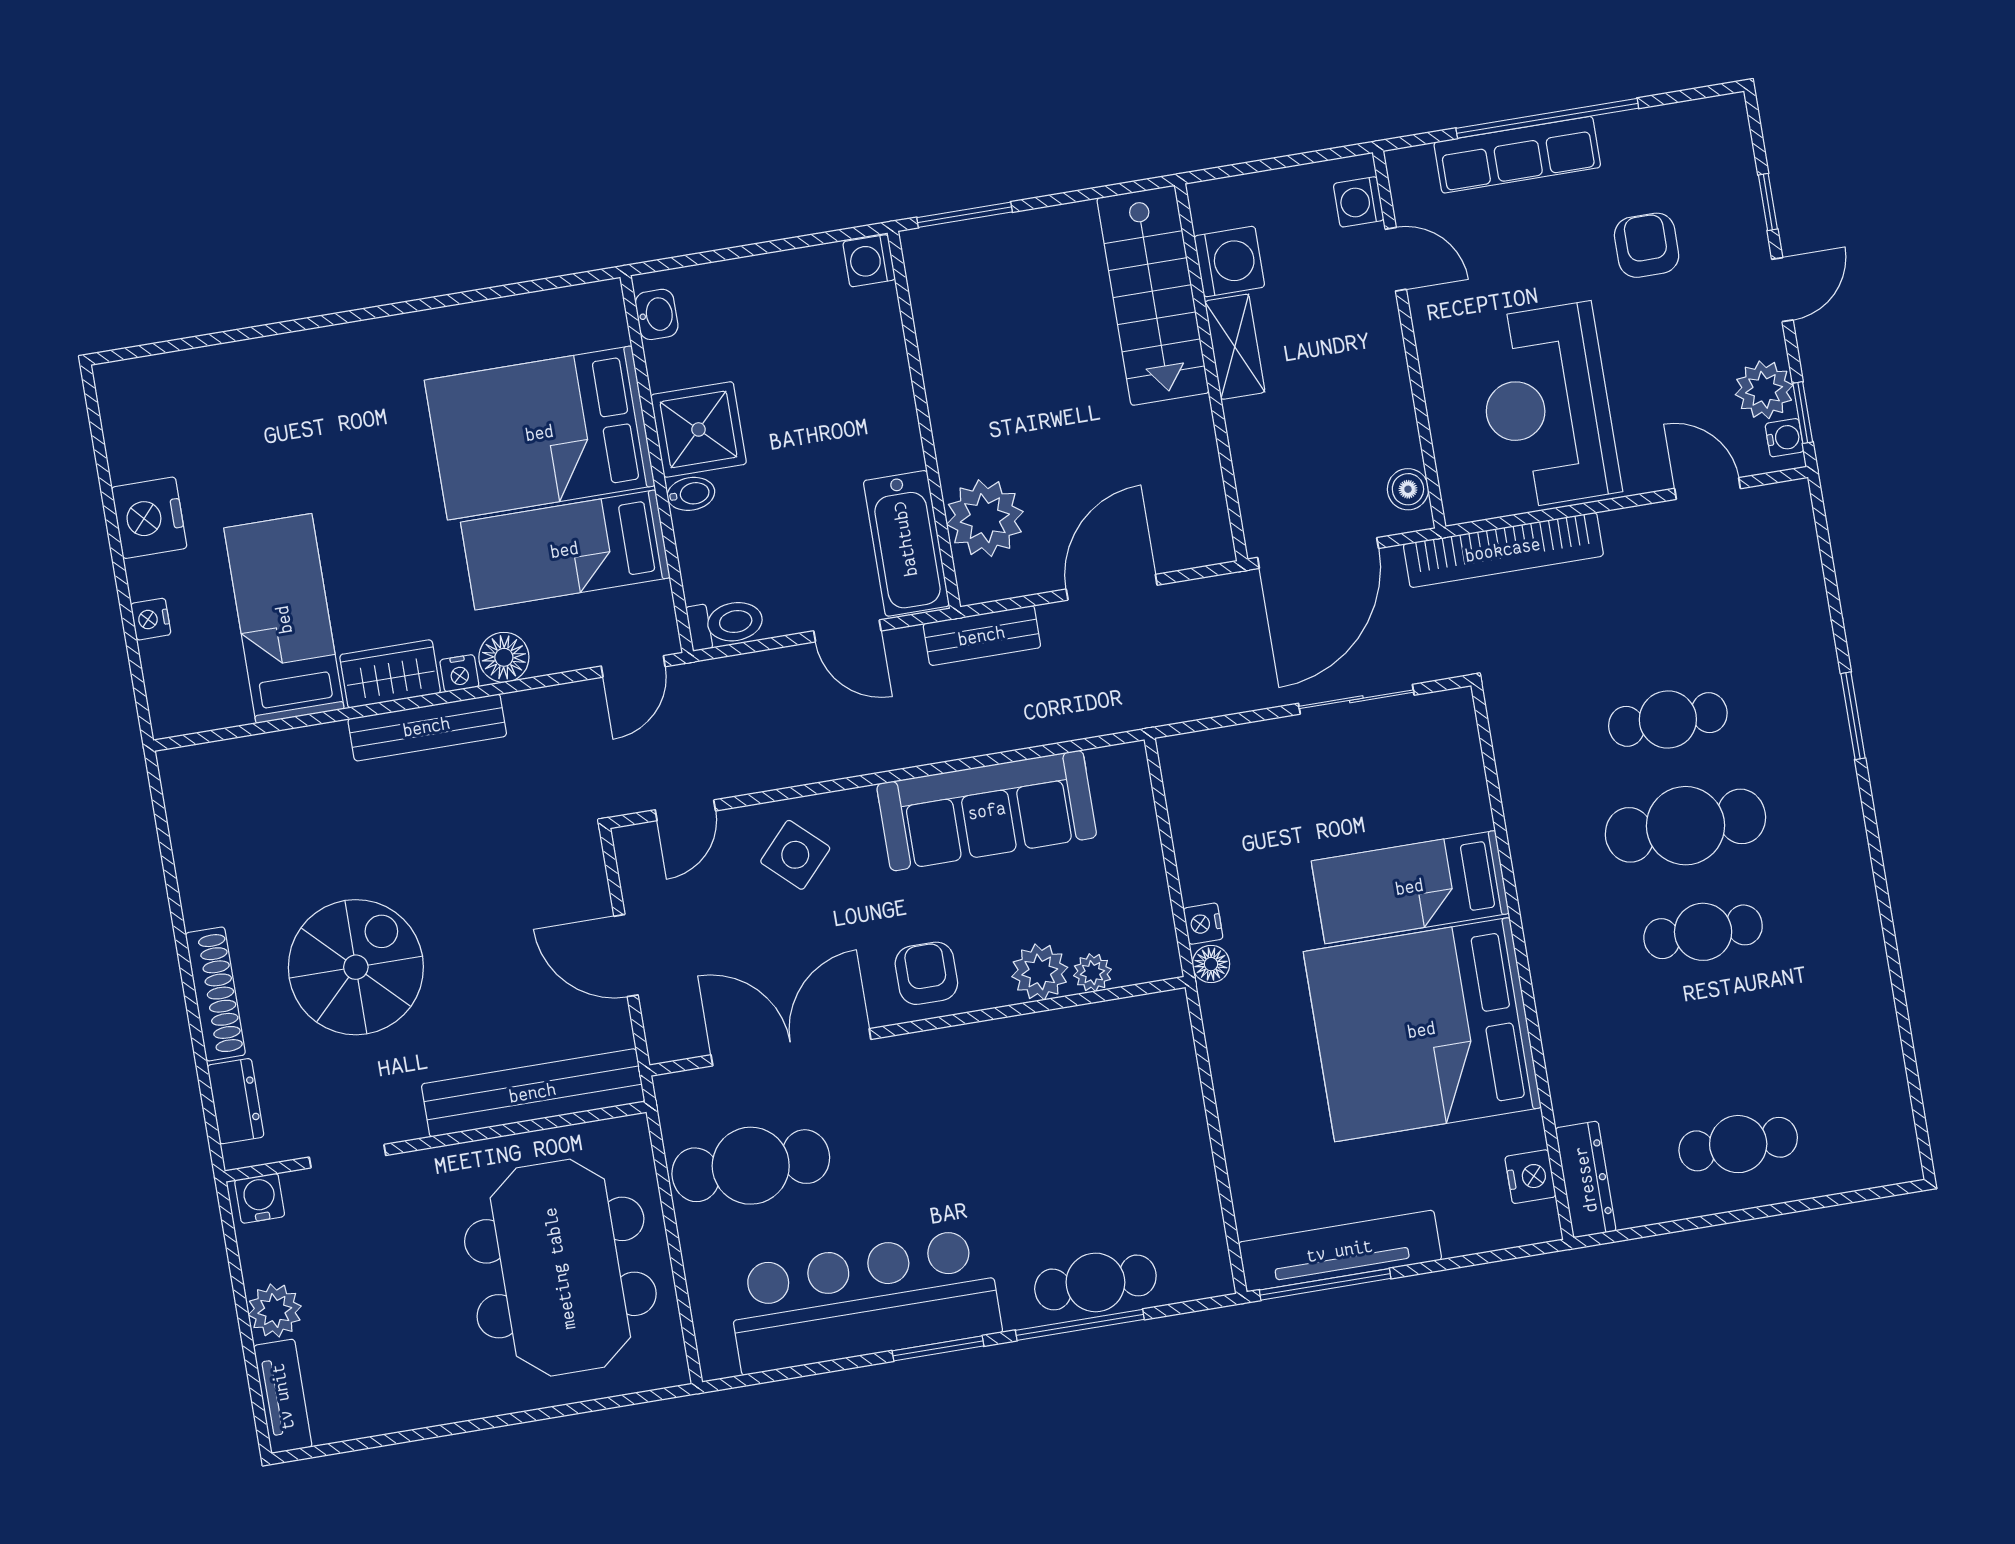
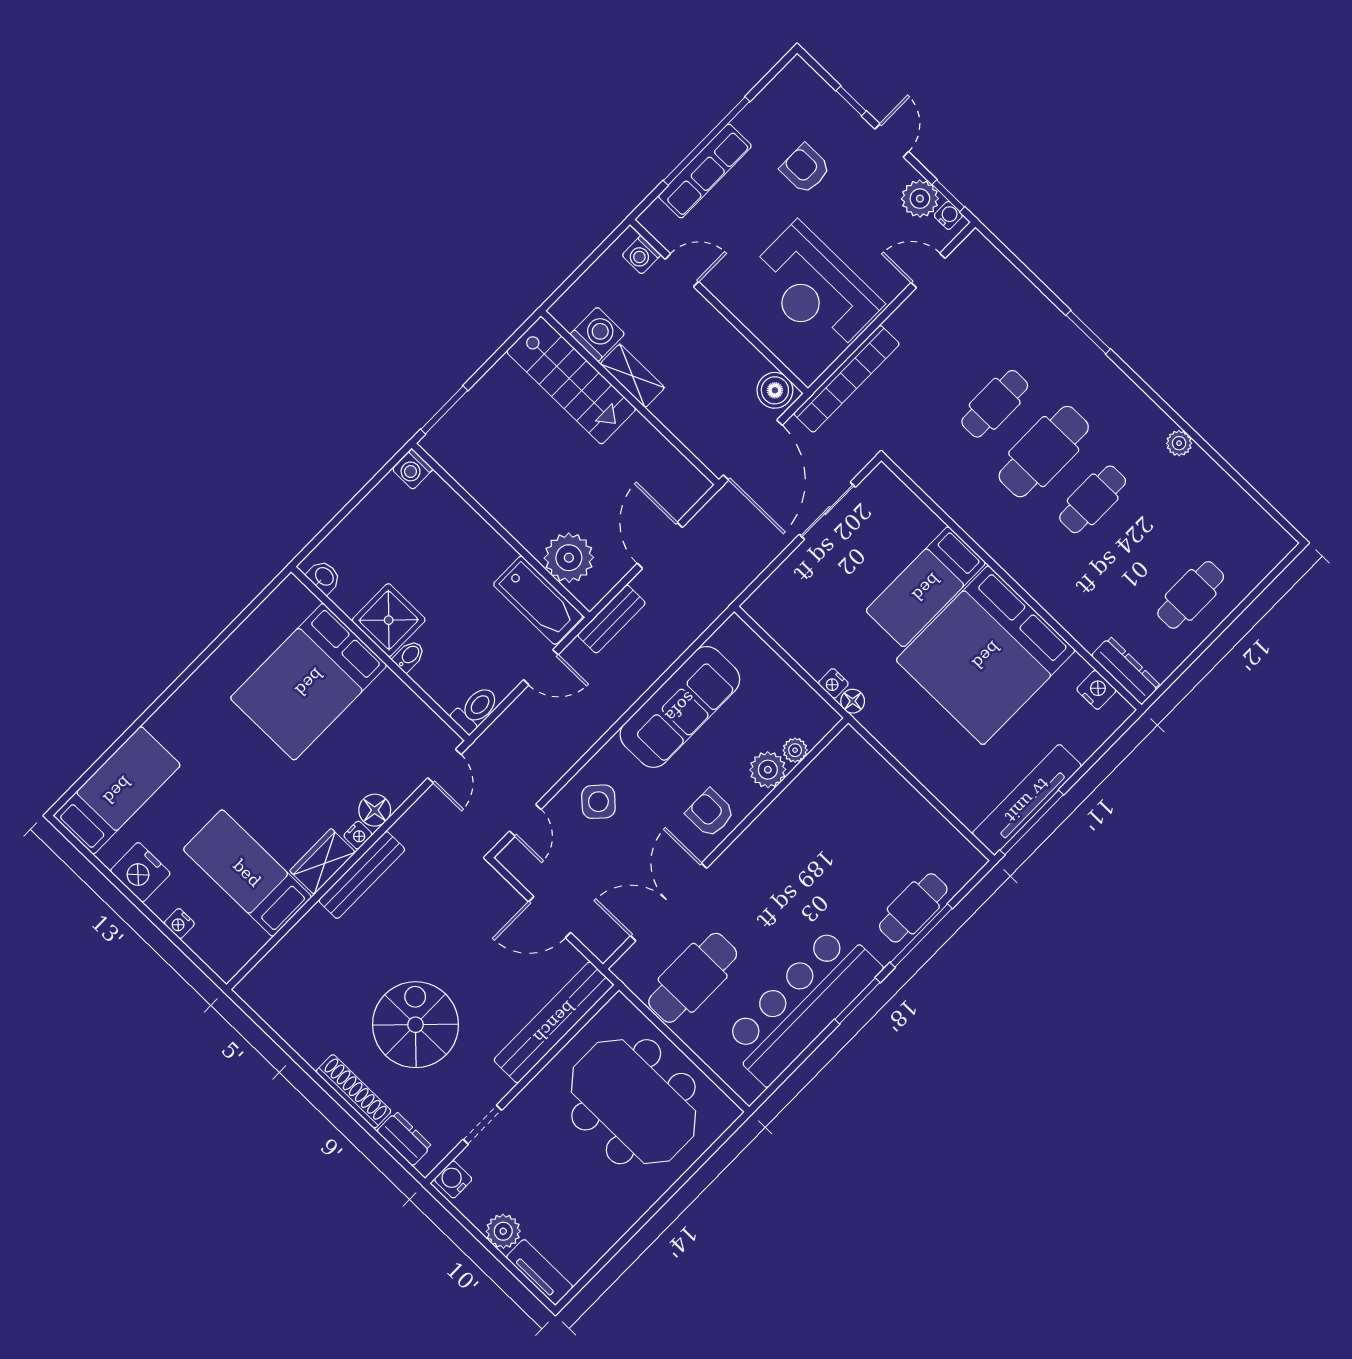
boiler: (1408, 489) -> (775, 390), width x1.36, depth x1.36
bed: (565, 550) -> (117, 790), moved, turned 180
plant: (1865, 941) -> (1179, 443), added

